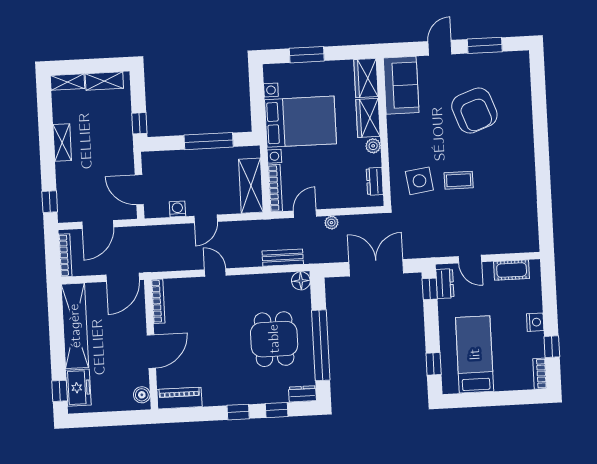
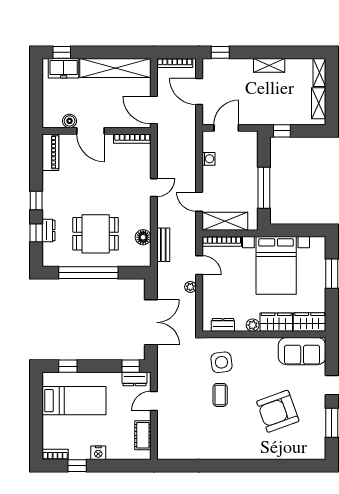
door: (206, 219) -> (199, 202), moved
floor lamp: (301, 281) -> (143, 237), moved
dresser: (302, 394) -> (49, 230), moved
boiler: (142, 395) -> (70, 121), moved

